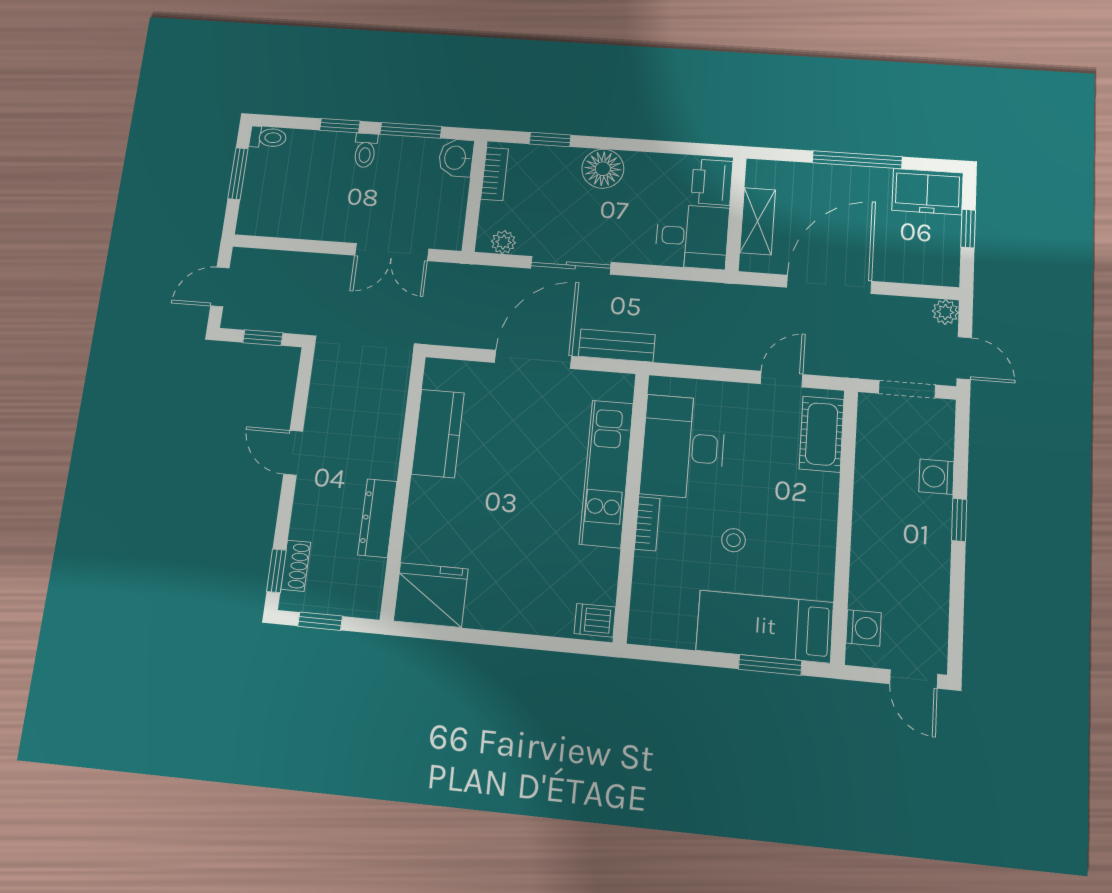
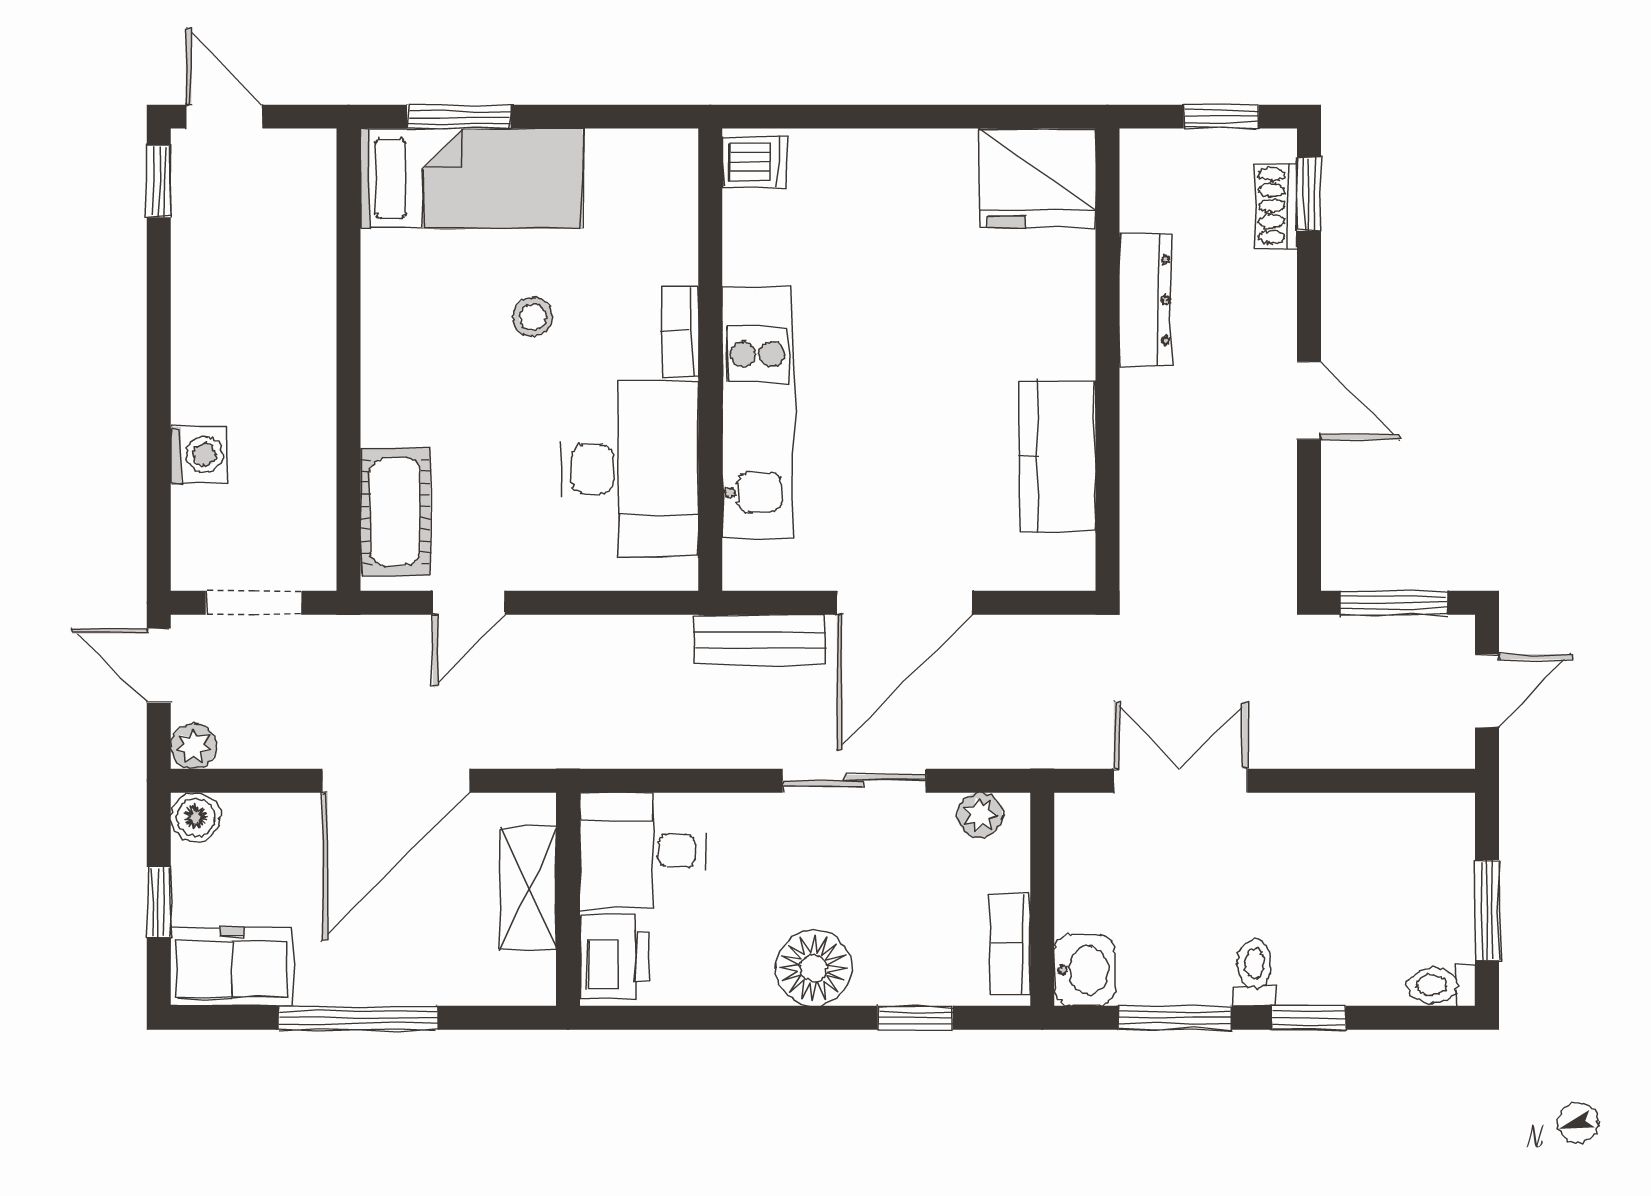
boiler: (945, 273) -> (195, 817), added
window: (263, 338) -> (1394, 603), width x1.50
window: (959, 520) -> (159, 182), moved
washing machine: (864, 628) -> (309, 191), removed

